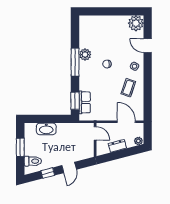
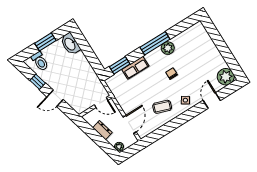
row of seats: (85, 102) -> (135, 68), moved
washbasin: (46, 129) -> (70, 44), moved
door: (95, 133) -> (101, 103), hinge flipped

